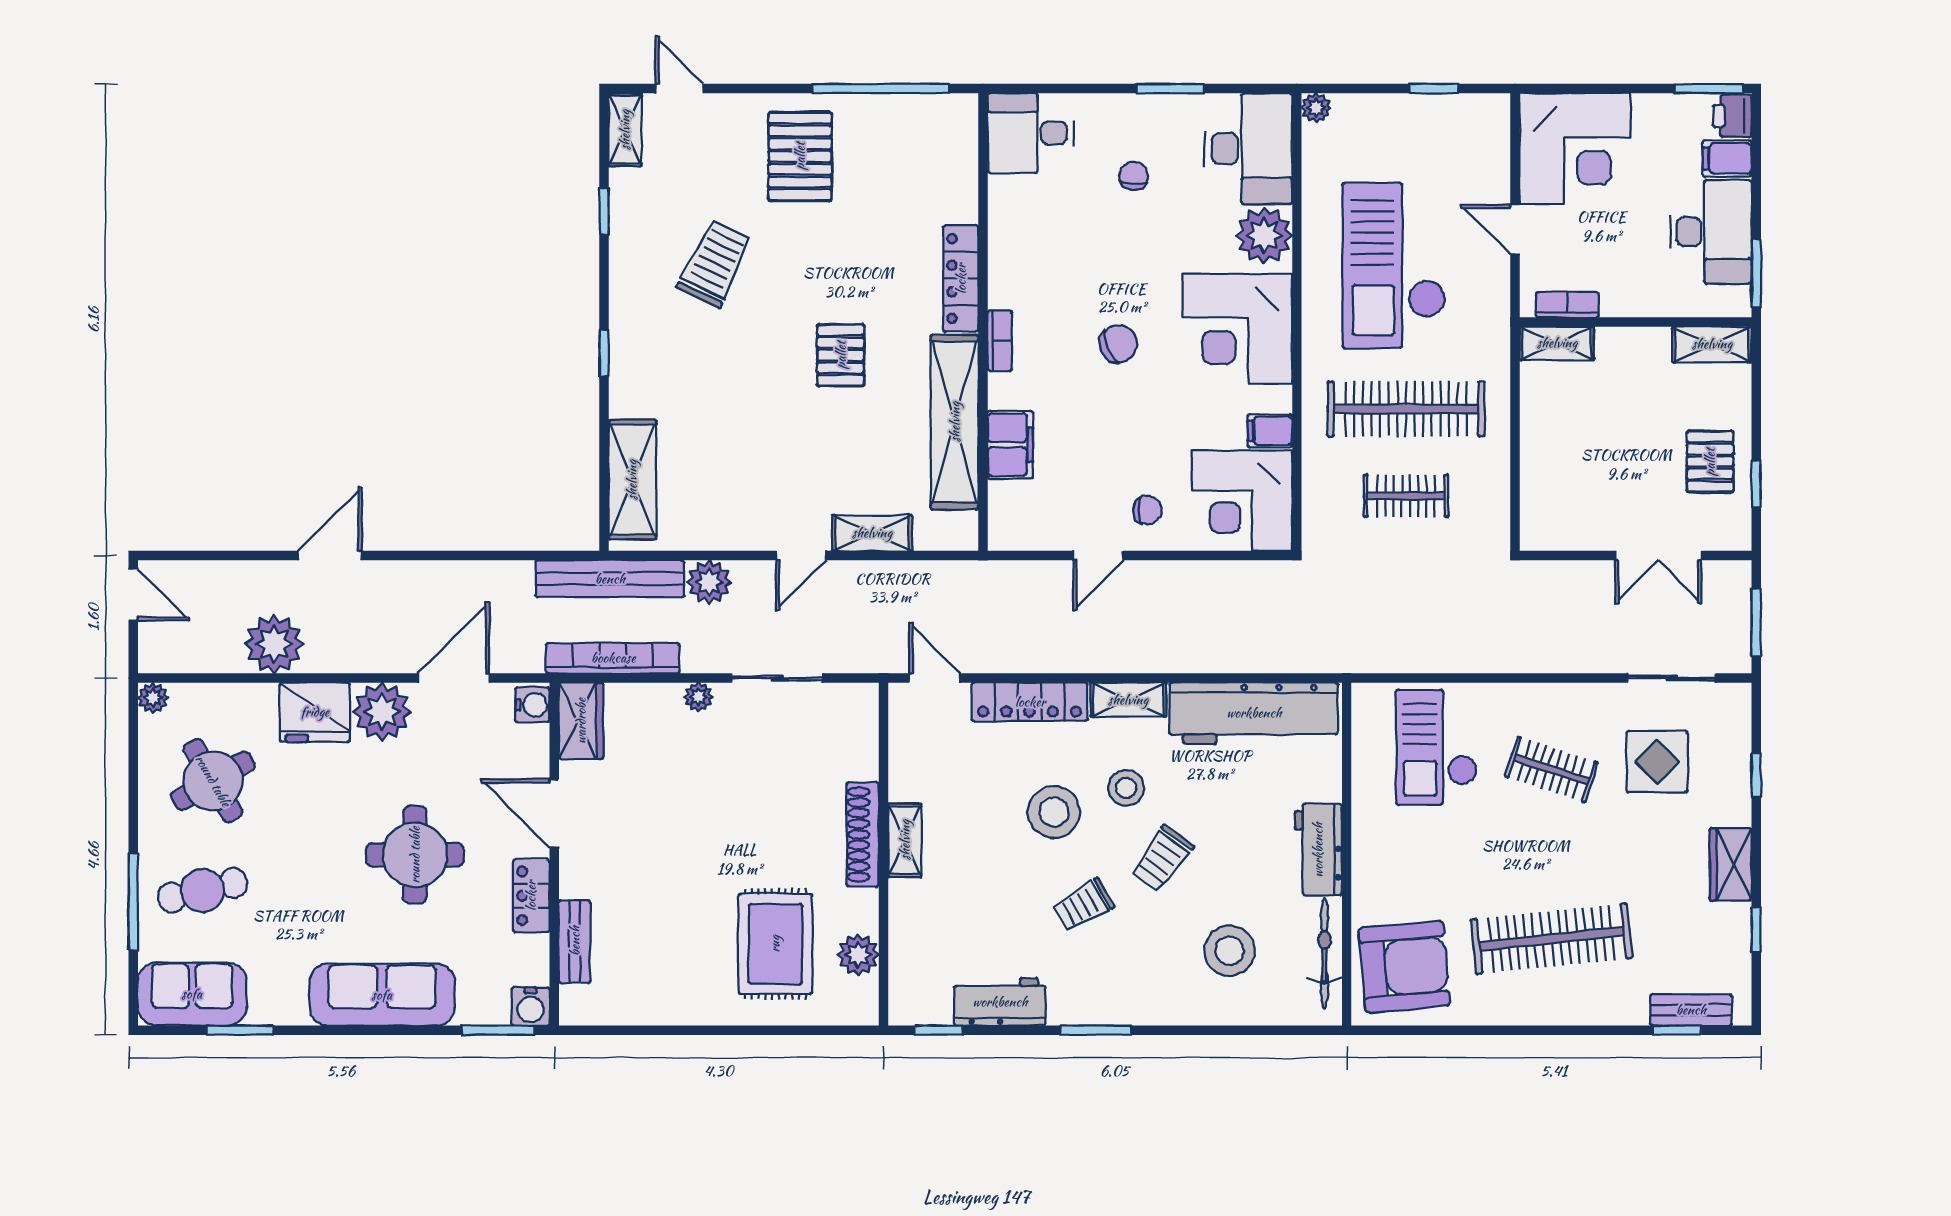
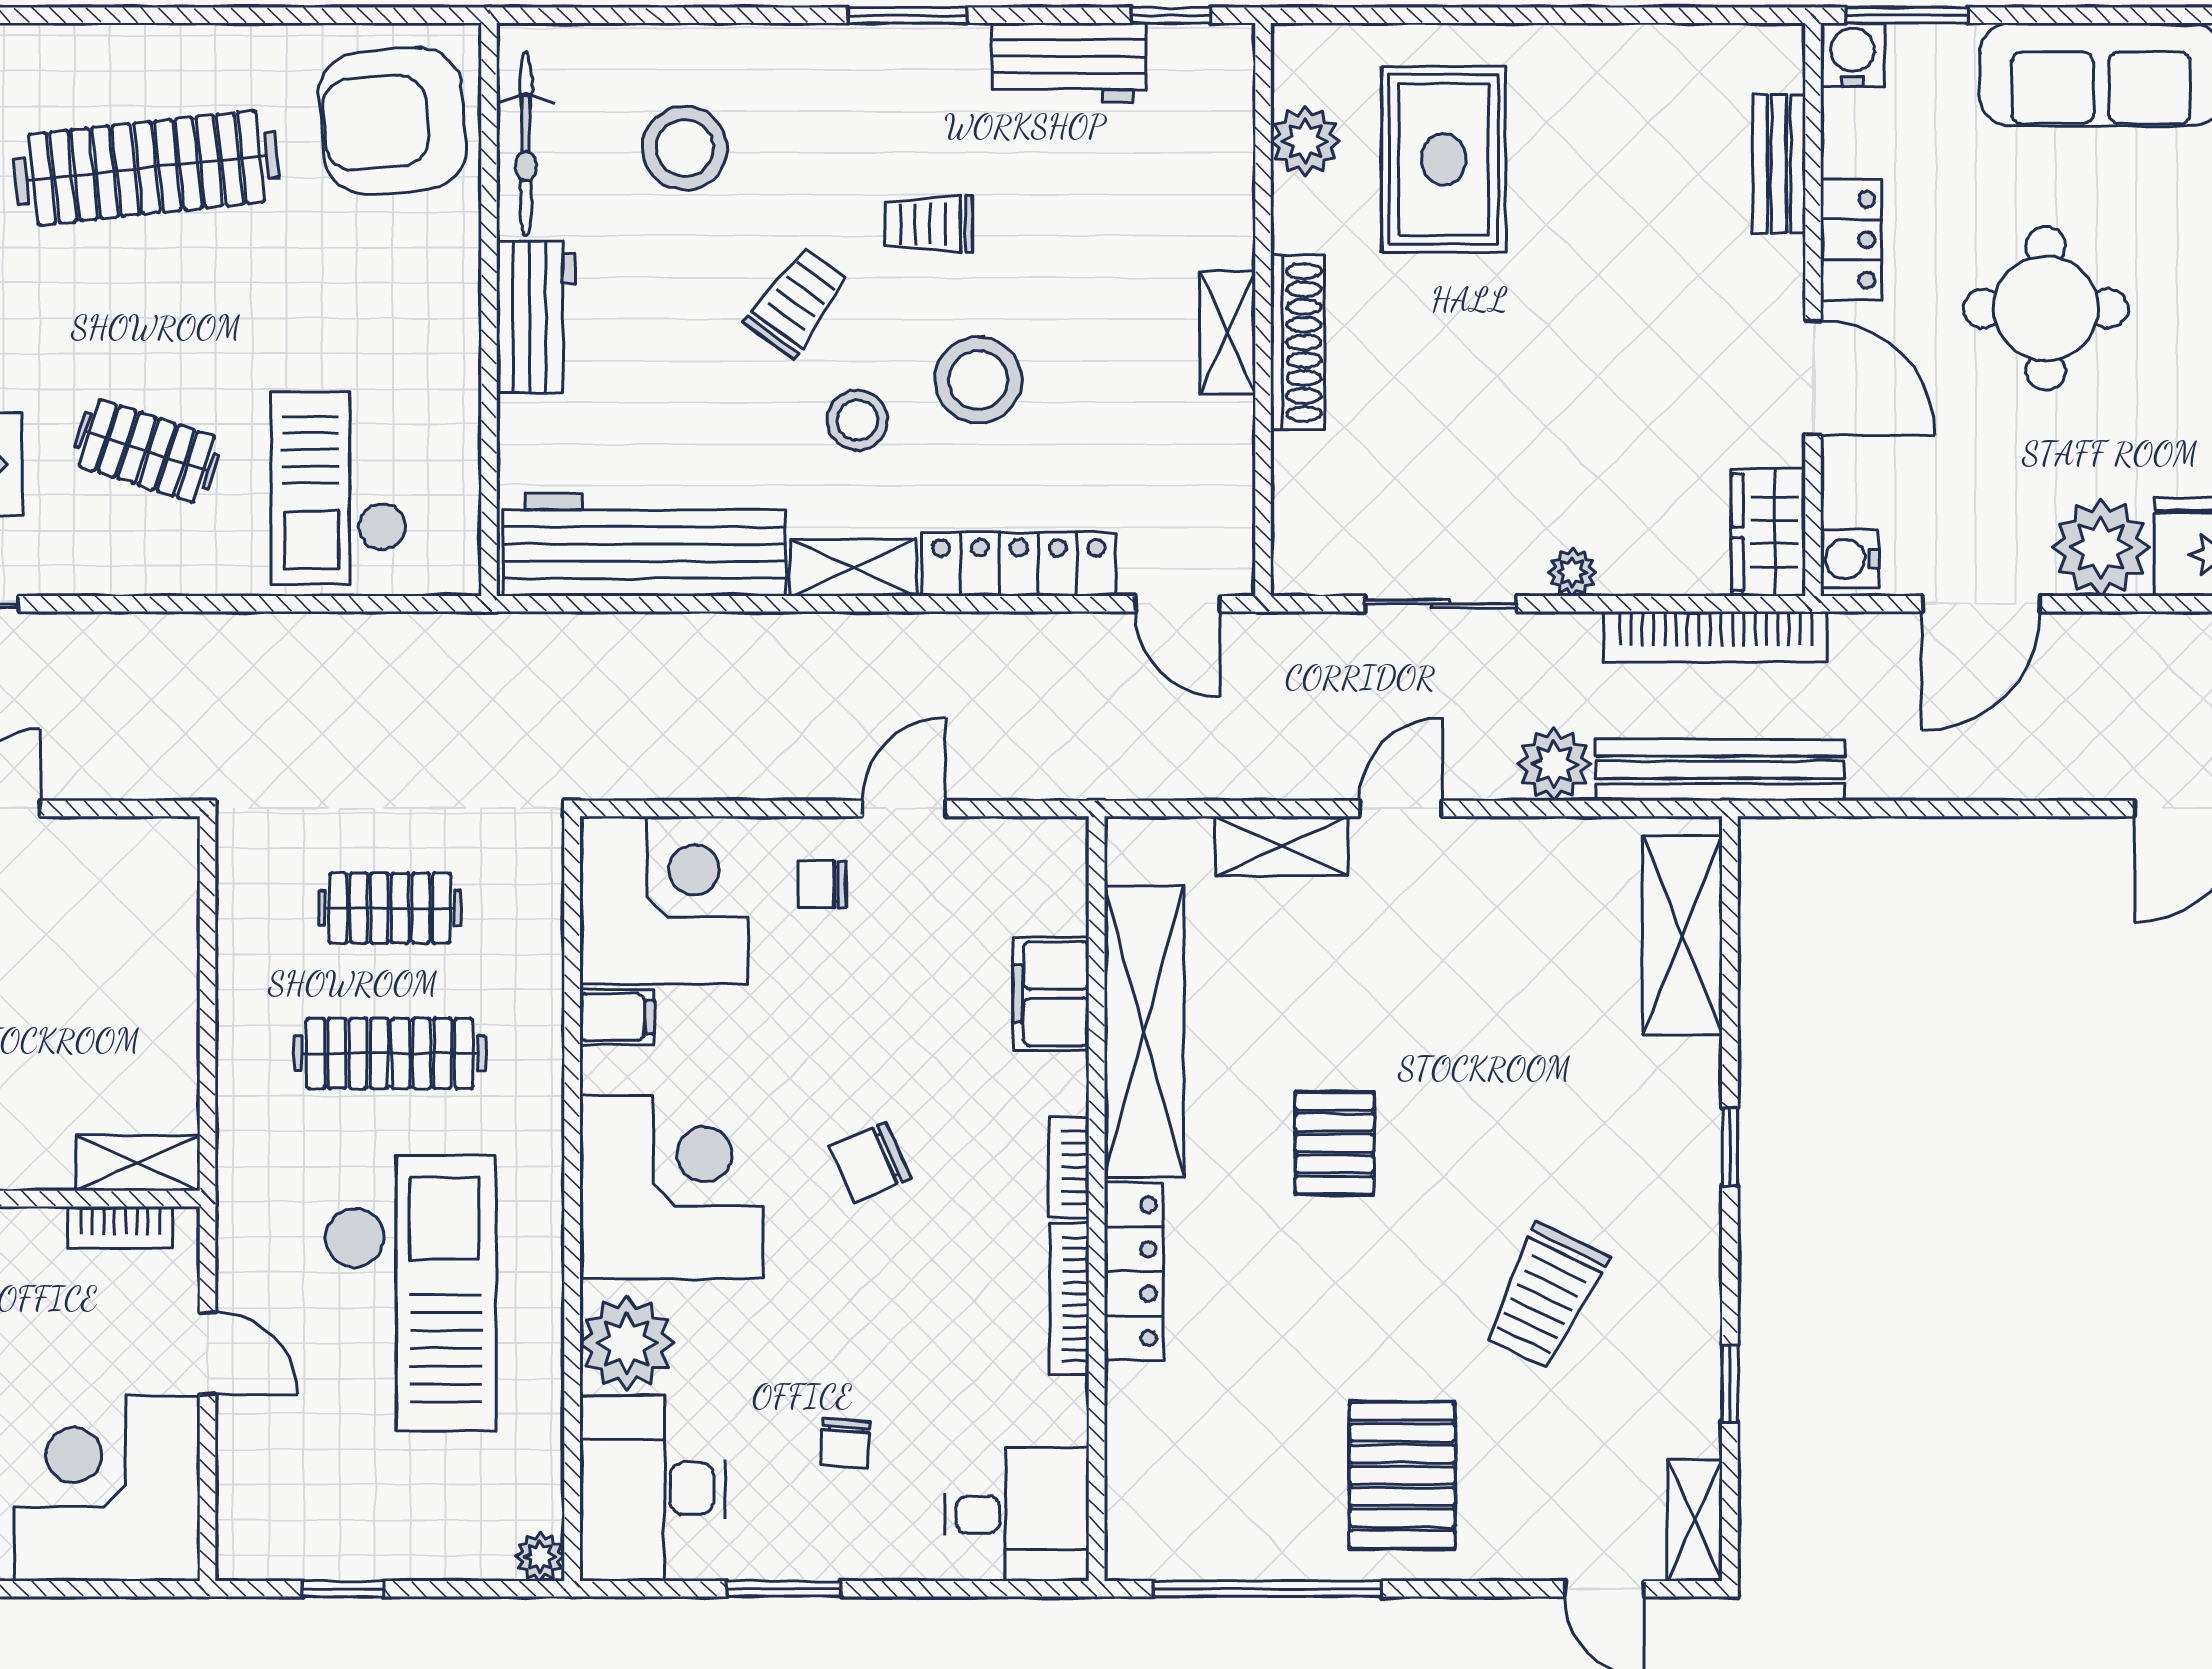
bookcase: (999, 262) -> (1069, 1299), added
clothes rail: (1406, 409) -> (390, 1053), width x0.73, depth x0.76
checkout: (1436, 747) -> (339, 488), turned 180
trolley: (1083, 905) -> (929, 224), turned -150

